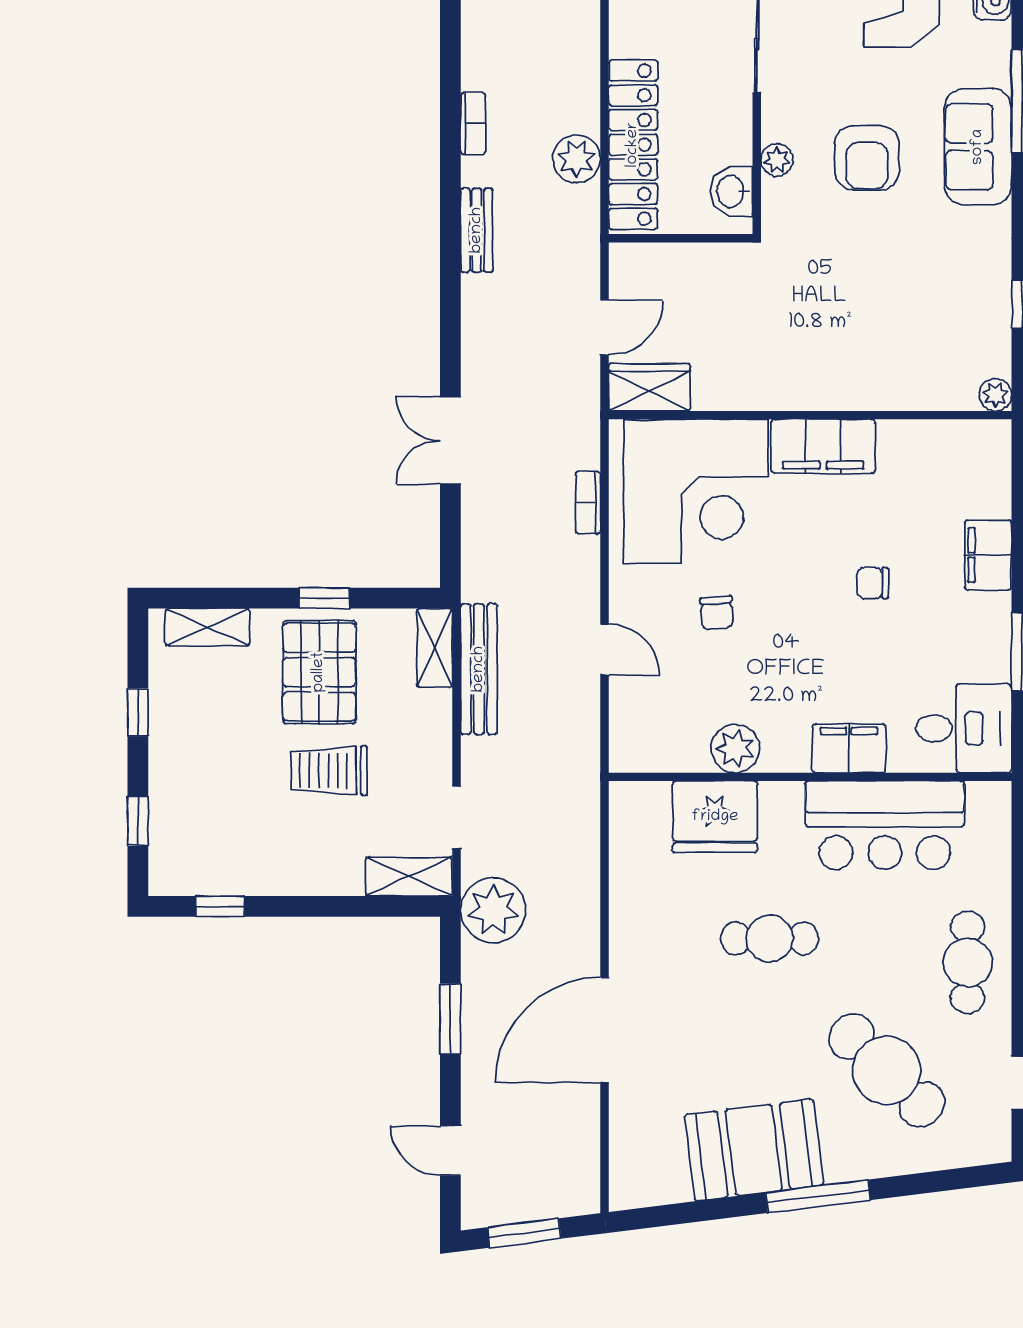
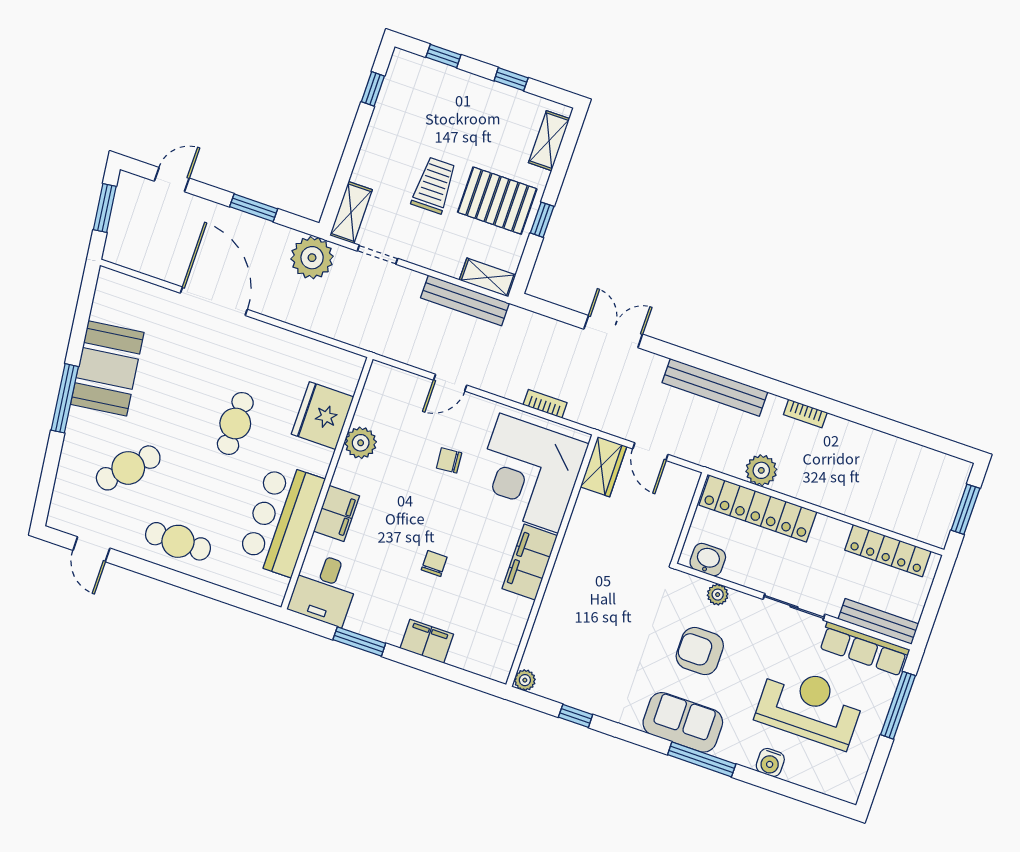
bench: (477, 230) -> (715, 387), width x1.86, depth x1.21
cafe table: (887, 1070) -> (128, 468), width x0.73, depth x0.74

